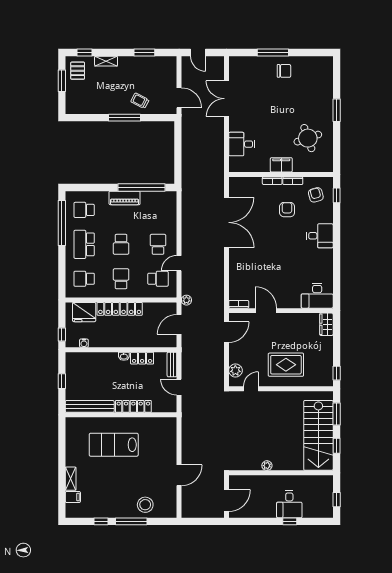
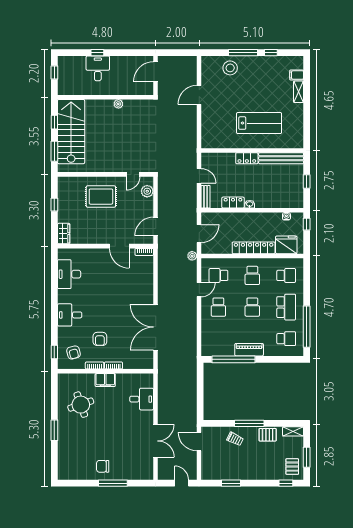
shelving: (106, 61) -> (293, 431), moved
pallet: (104, 105) -> (268, 435), added
school desk: (121, 244) -> (252, 307), turned 180
desk: (317, 296) -> (69, 274), moved, turned -90
window: (337, 373) -> (54, 205), moved
locker: (133, 406) -> (247, 158), width x0.66

